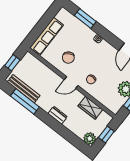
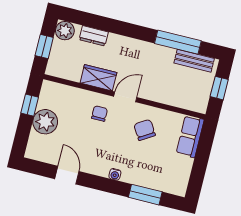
row of seats: (47, 36) -> (190, 136), width x0.68
bench: (24, 89) -> (194, 61), width x0.73
wardrobe: (90, 108) -> (98, 78), moved
dresser: (58, 115) -> (94, 36), moved

